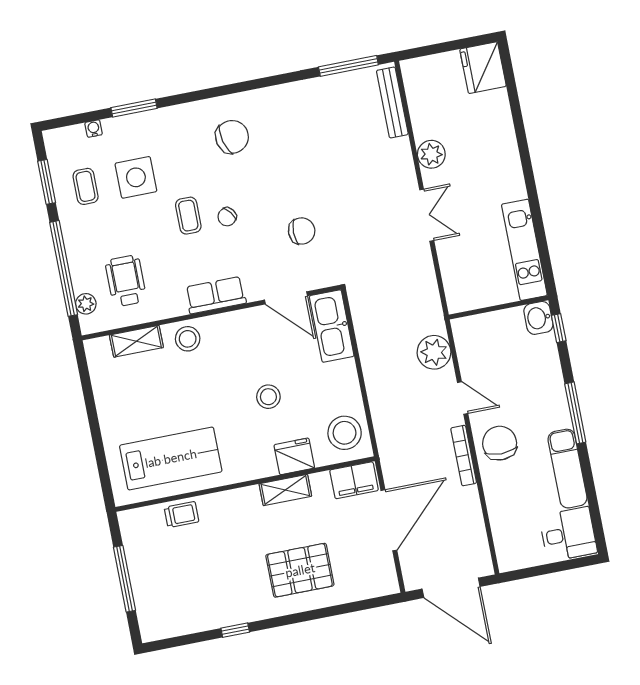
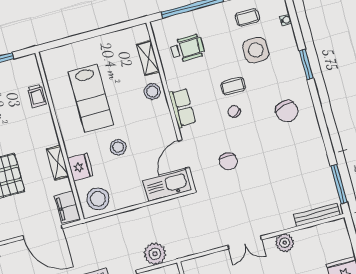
window: (134, 108) -> (306, 64), moved
plant: (86, 304) -> (170, 23), removed
lab bench: (171, 458) -> (91, 98), moved

